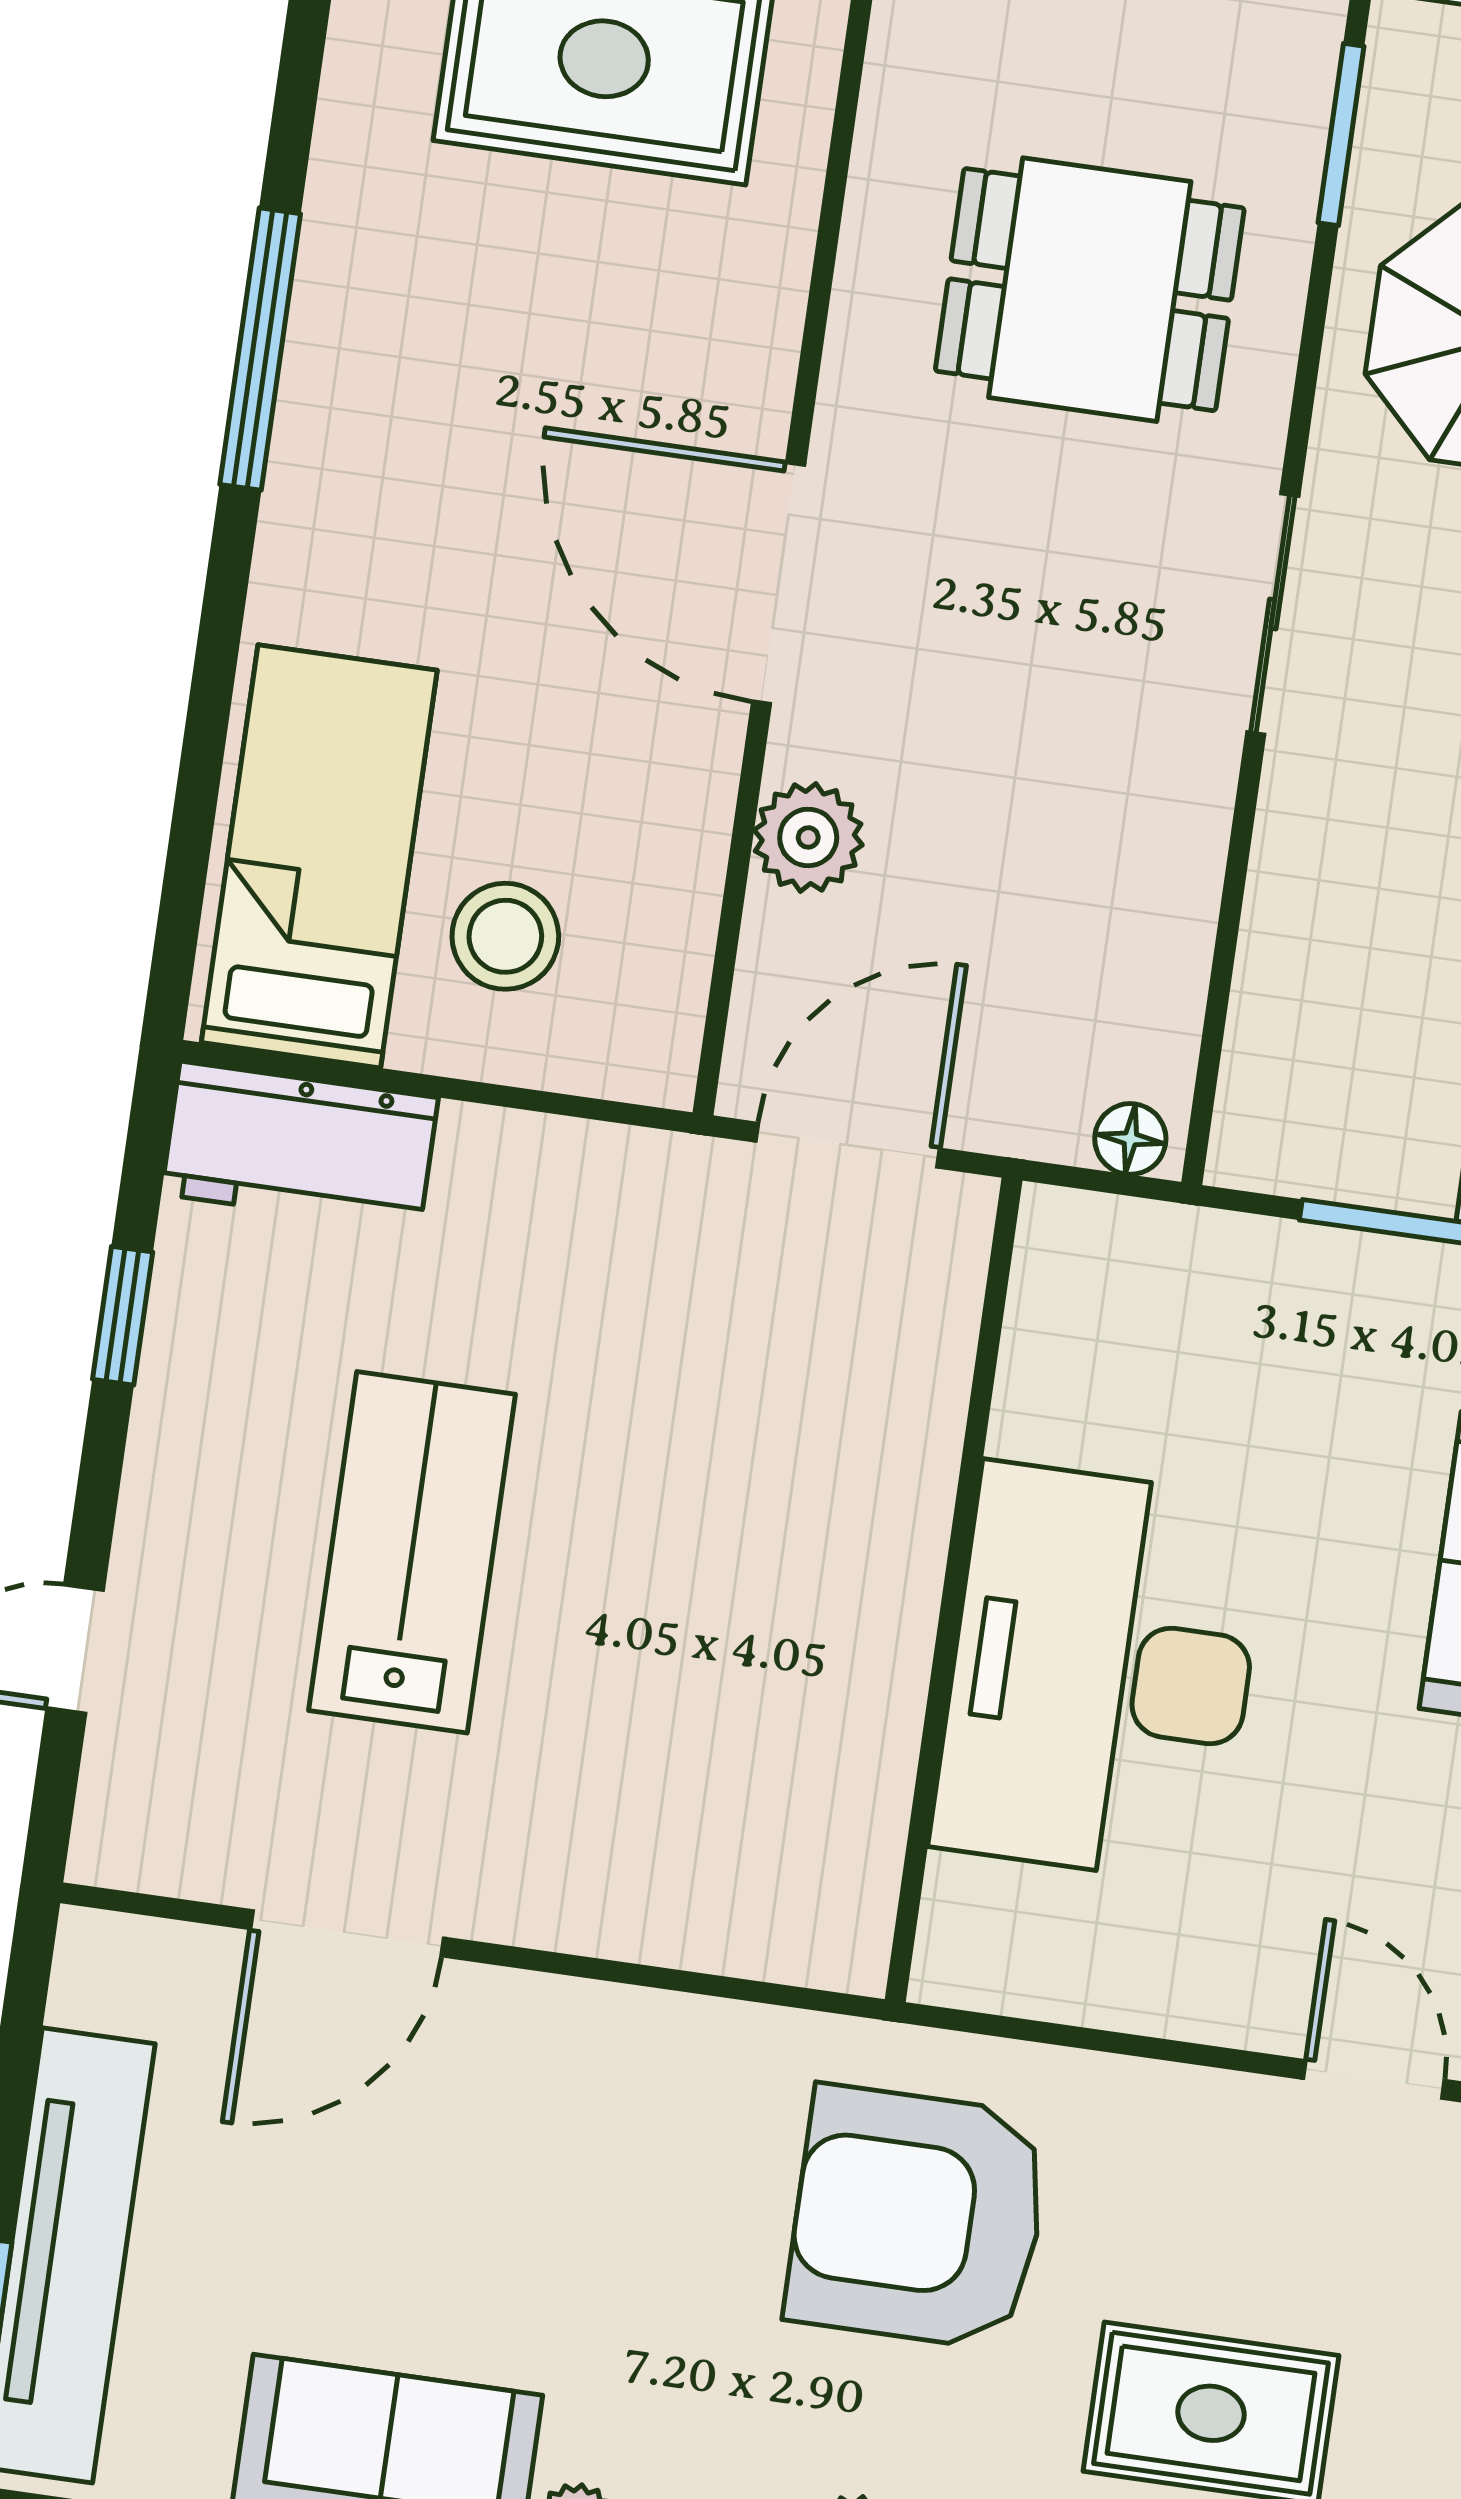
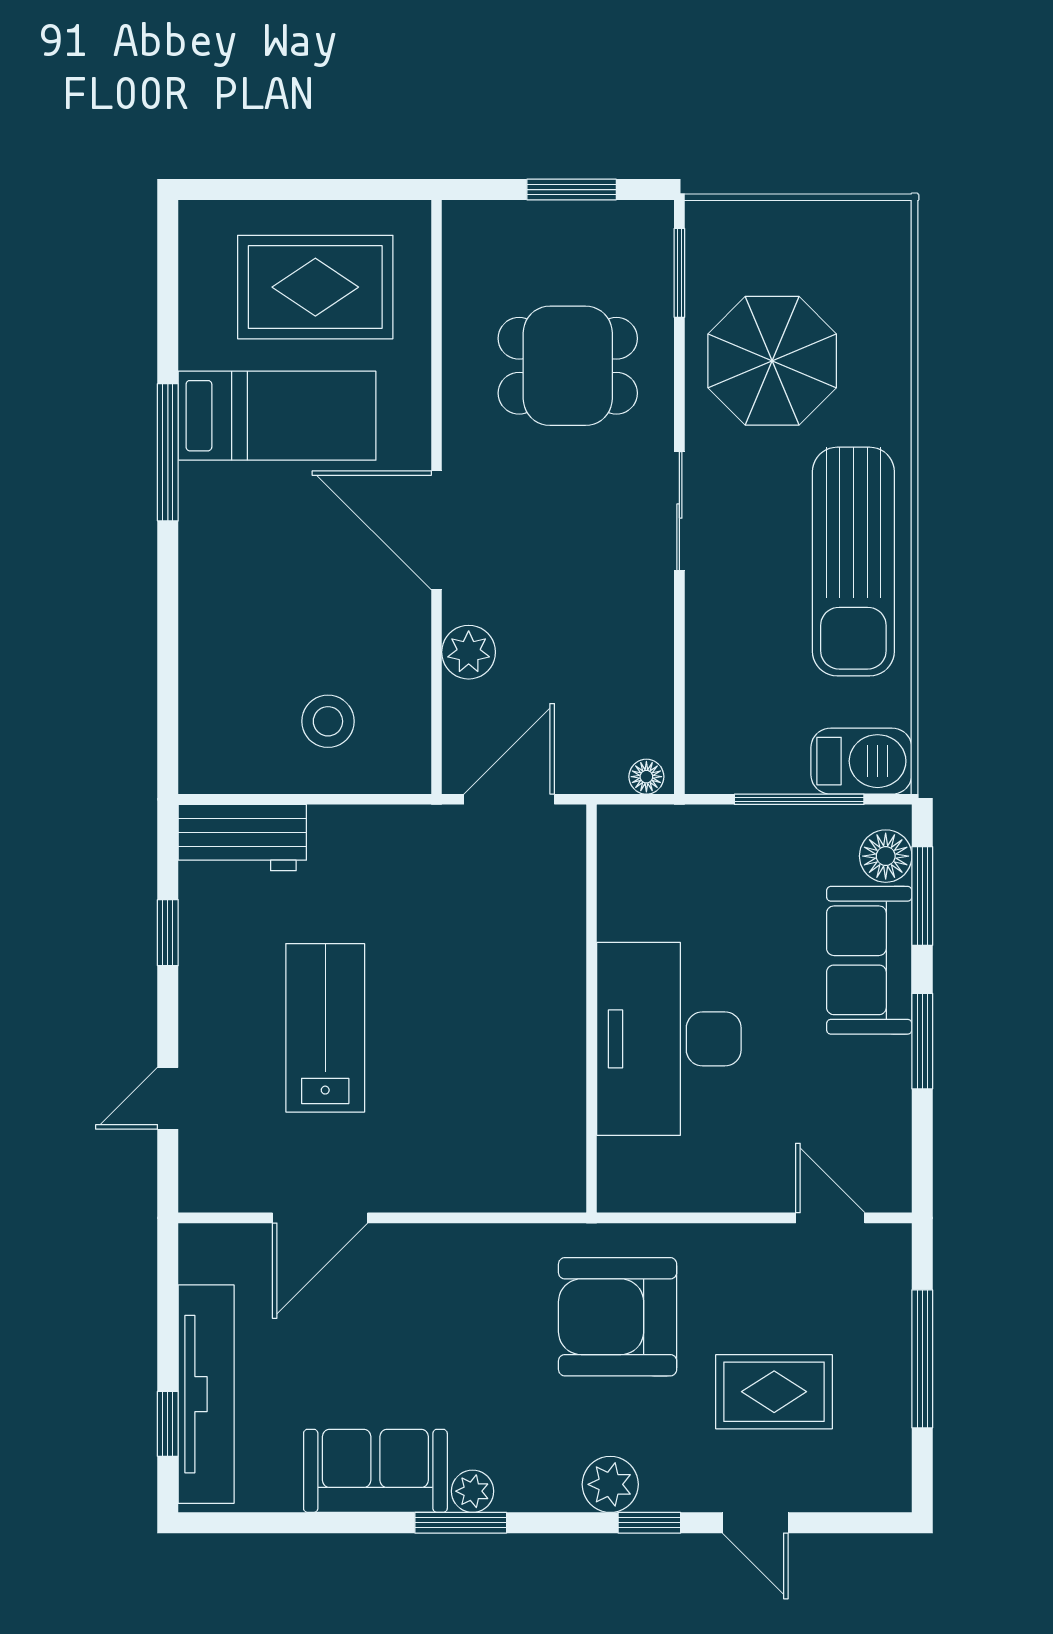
bed: (319, 856) -> (277, 416), moved, turned 90

